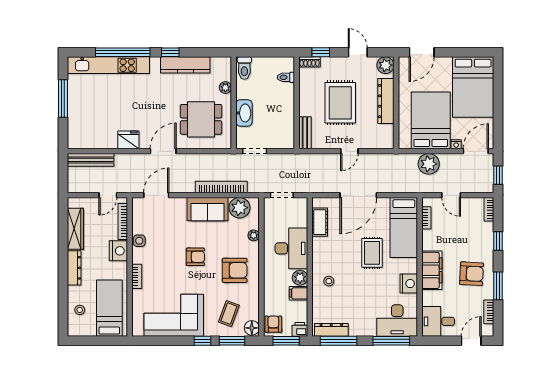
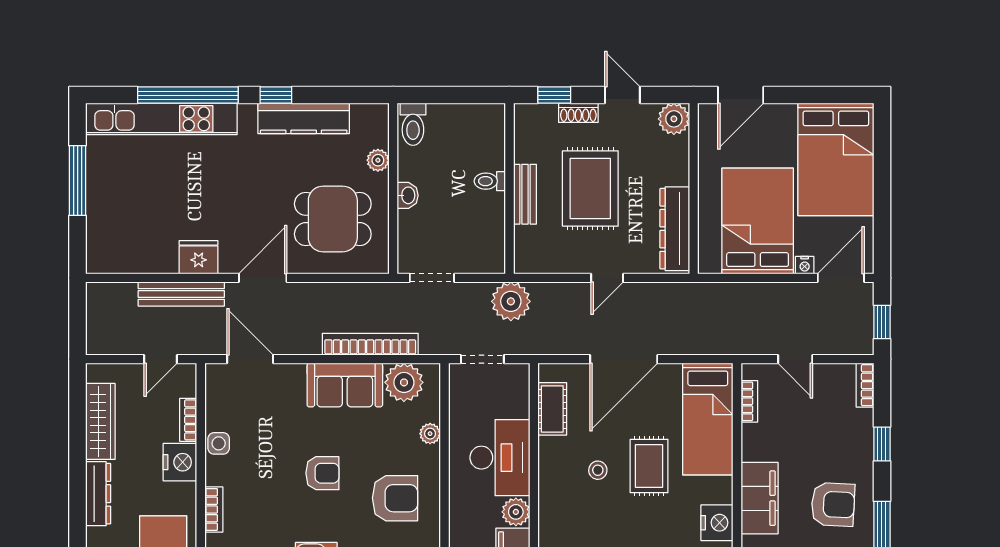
shoe rack: (310, 62) -> (578, 113), moved
toilet: (286, 77) -> (490, 181), moved
dresser: (386, 101) -> (675, 229), moved
washbasin: (244, 113) -> (408, 195), width x0.52, depth x0.69
bench: (305, 133) -> (525, 194), moved
bench: (91, 160) -> (181, 294), moved
plant: (429, 164) -> (511, 301), moved
door: (156, 195) -> (250, 359), hinge flipped
bookcase: (123, 221) -> (188, 420), width x0.64
stool: (329, 281) -> (598, 470), moved

